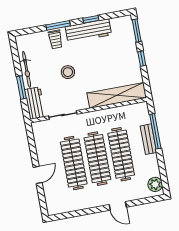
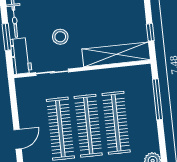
window: (142, 59) -> (150, 32), moved
stool: (68, 72) -> (60, 37), moved
bench: (148, 139) -> (149, 108), removed

